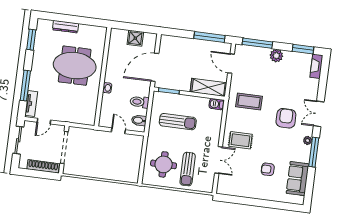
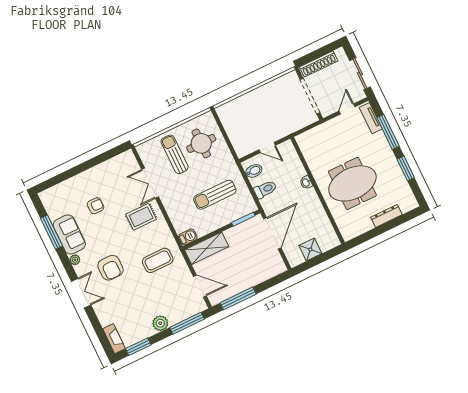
window: (31, 40) -> (406, 168), moved
window: (314, 152) -> (51, 232), moved
sofa: (298, 179) -> (69, 234), moved

